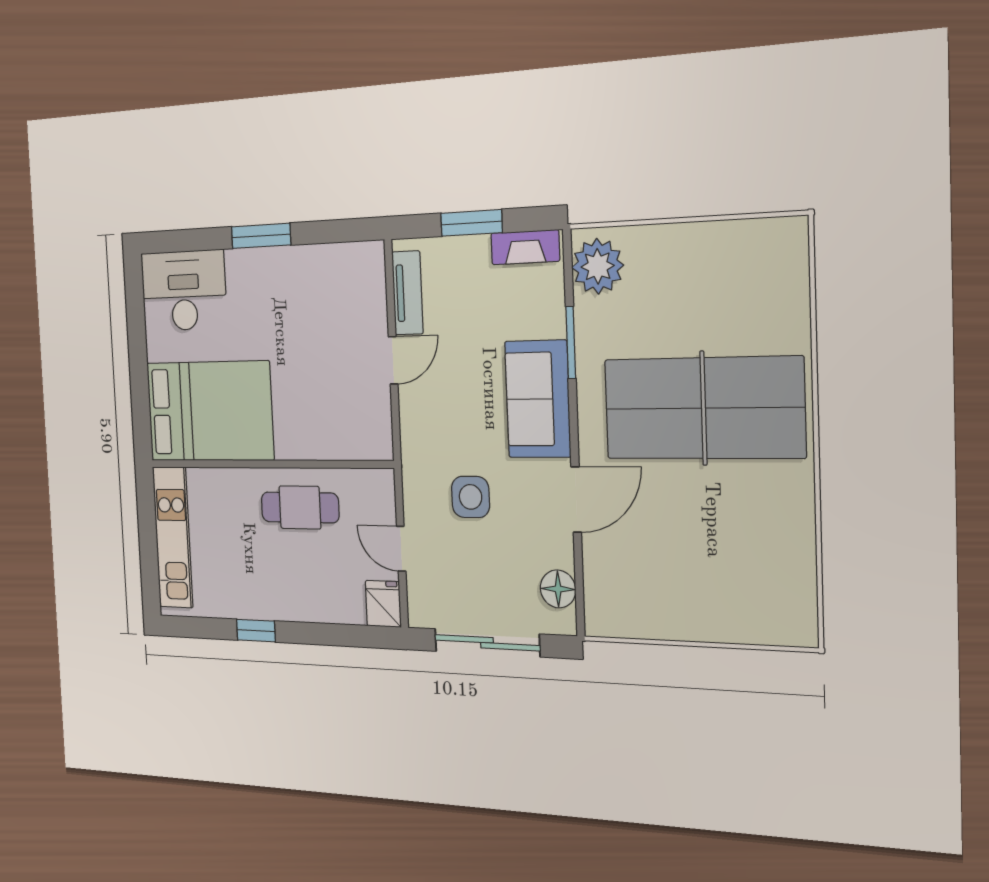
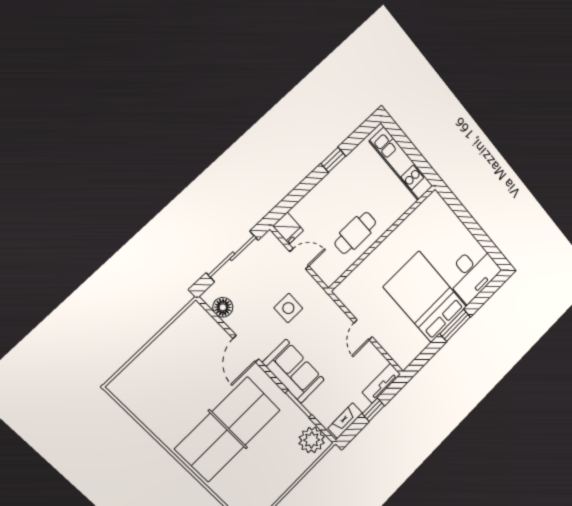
window: (471, 223) -> (373, 410), width x0.67
tv unit: (407, 293) -> (381, 383), moved, turned 90
bed: (210, 411) -> (425, 297), moved, turned 90

